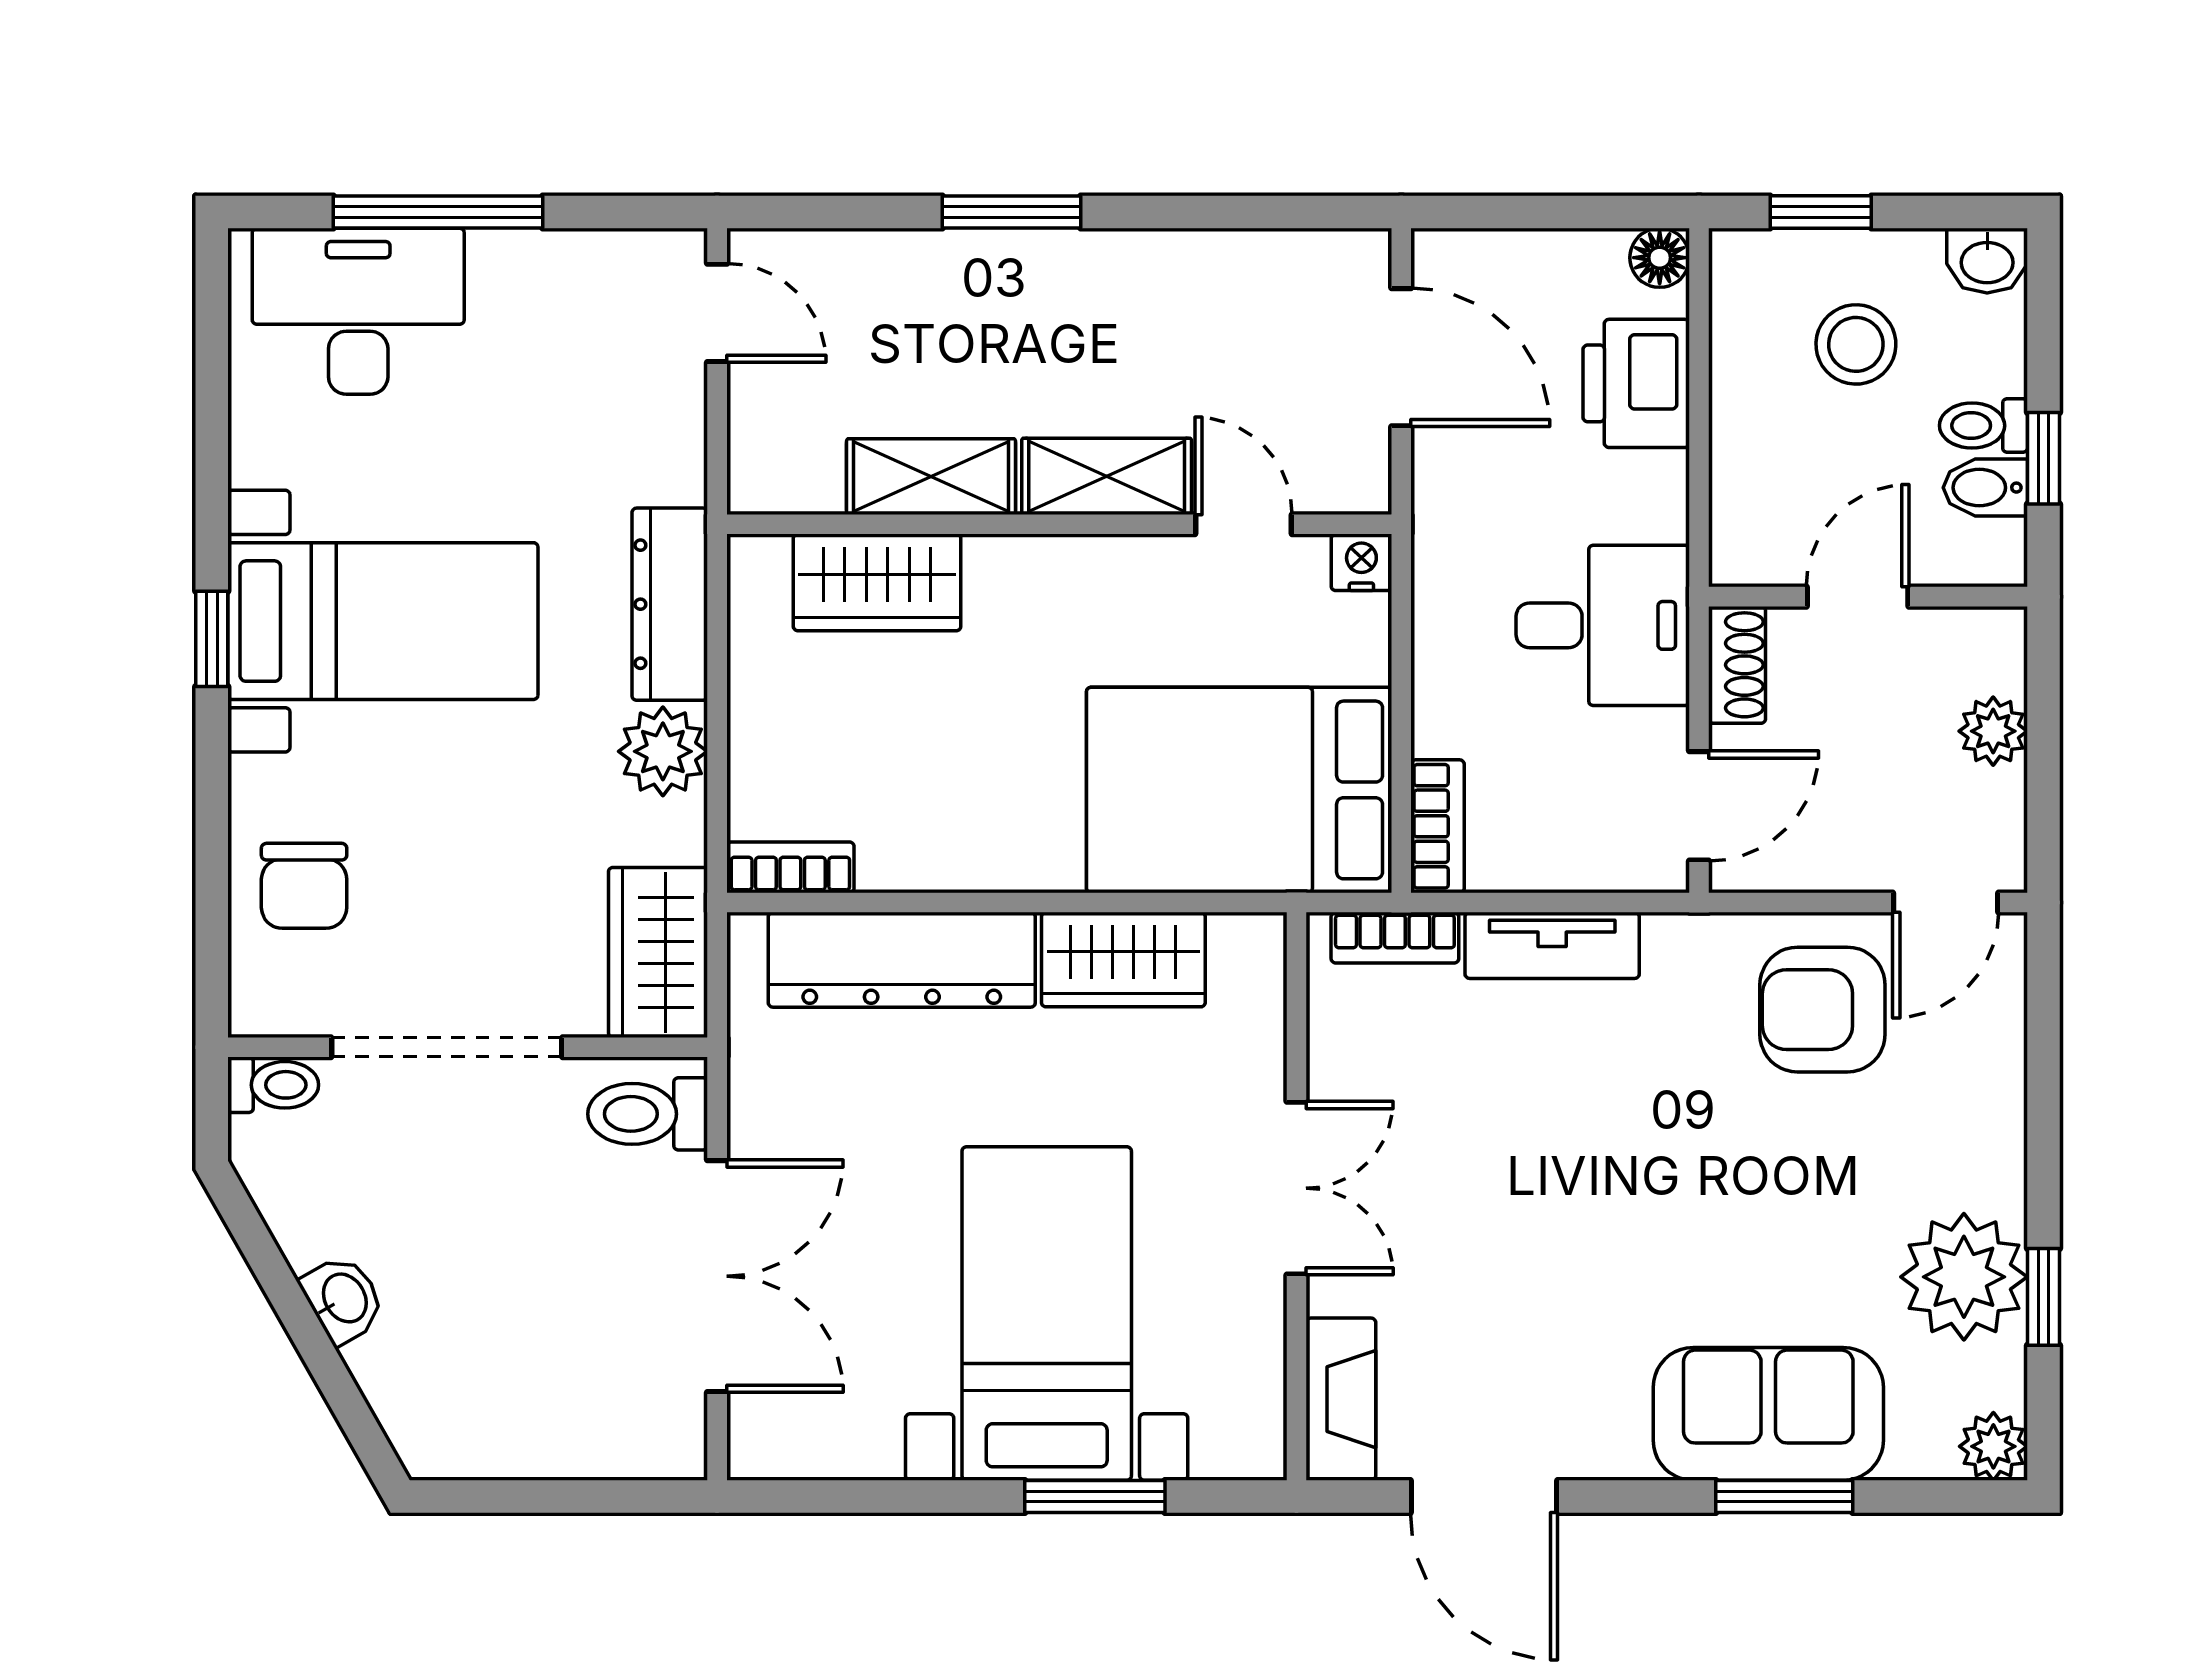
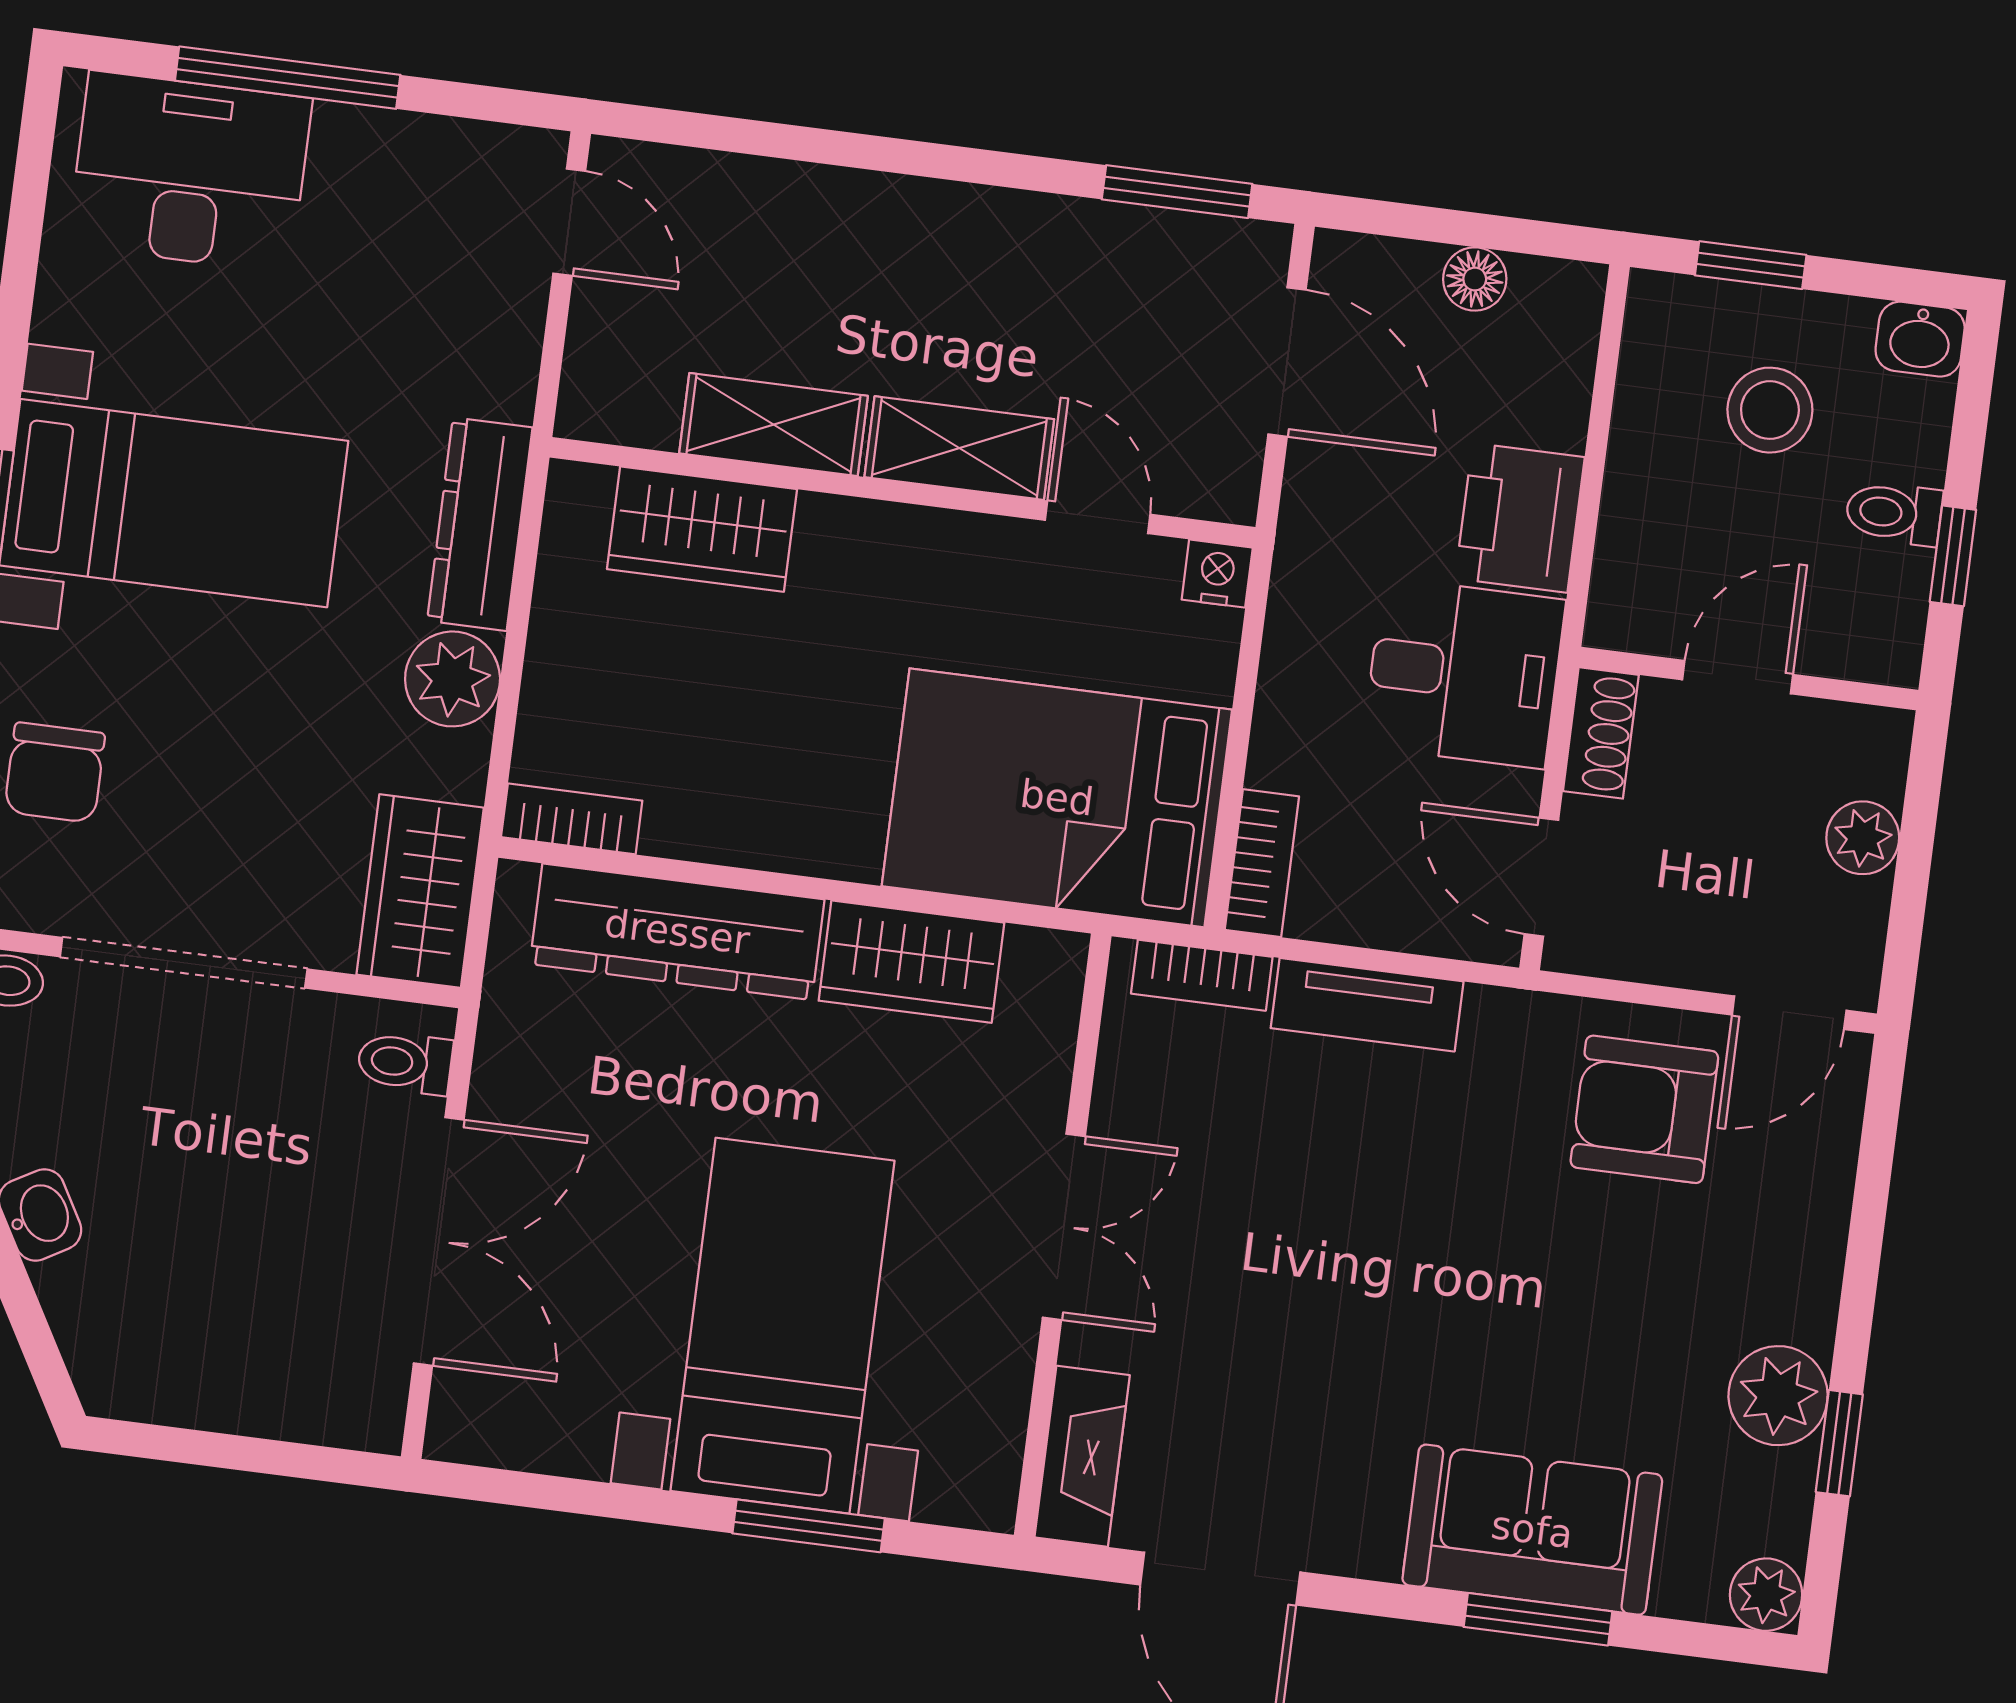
window: (1011, 212) -> (1177, 192), moved
floor lamp: (1660, 258) -> (1475, 279), moved
printer: (1636, 383) -> (1520, 518), moved
bidet: (1985, 488) -> (1887, 579), removed
door: (1699, 806) -> (1541, 877), swing flipped
toilet: (648, 1114) -> (405, 1063), width x0.73, depth x0.72
plant: (1964, 1277) -> (1778, 1396), width x0.73, depth x0.73

